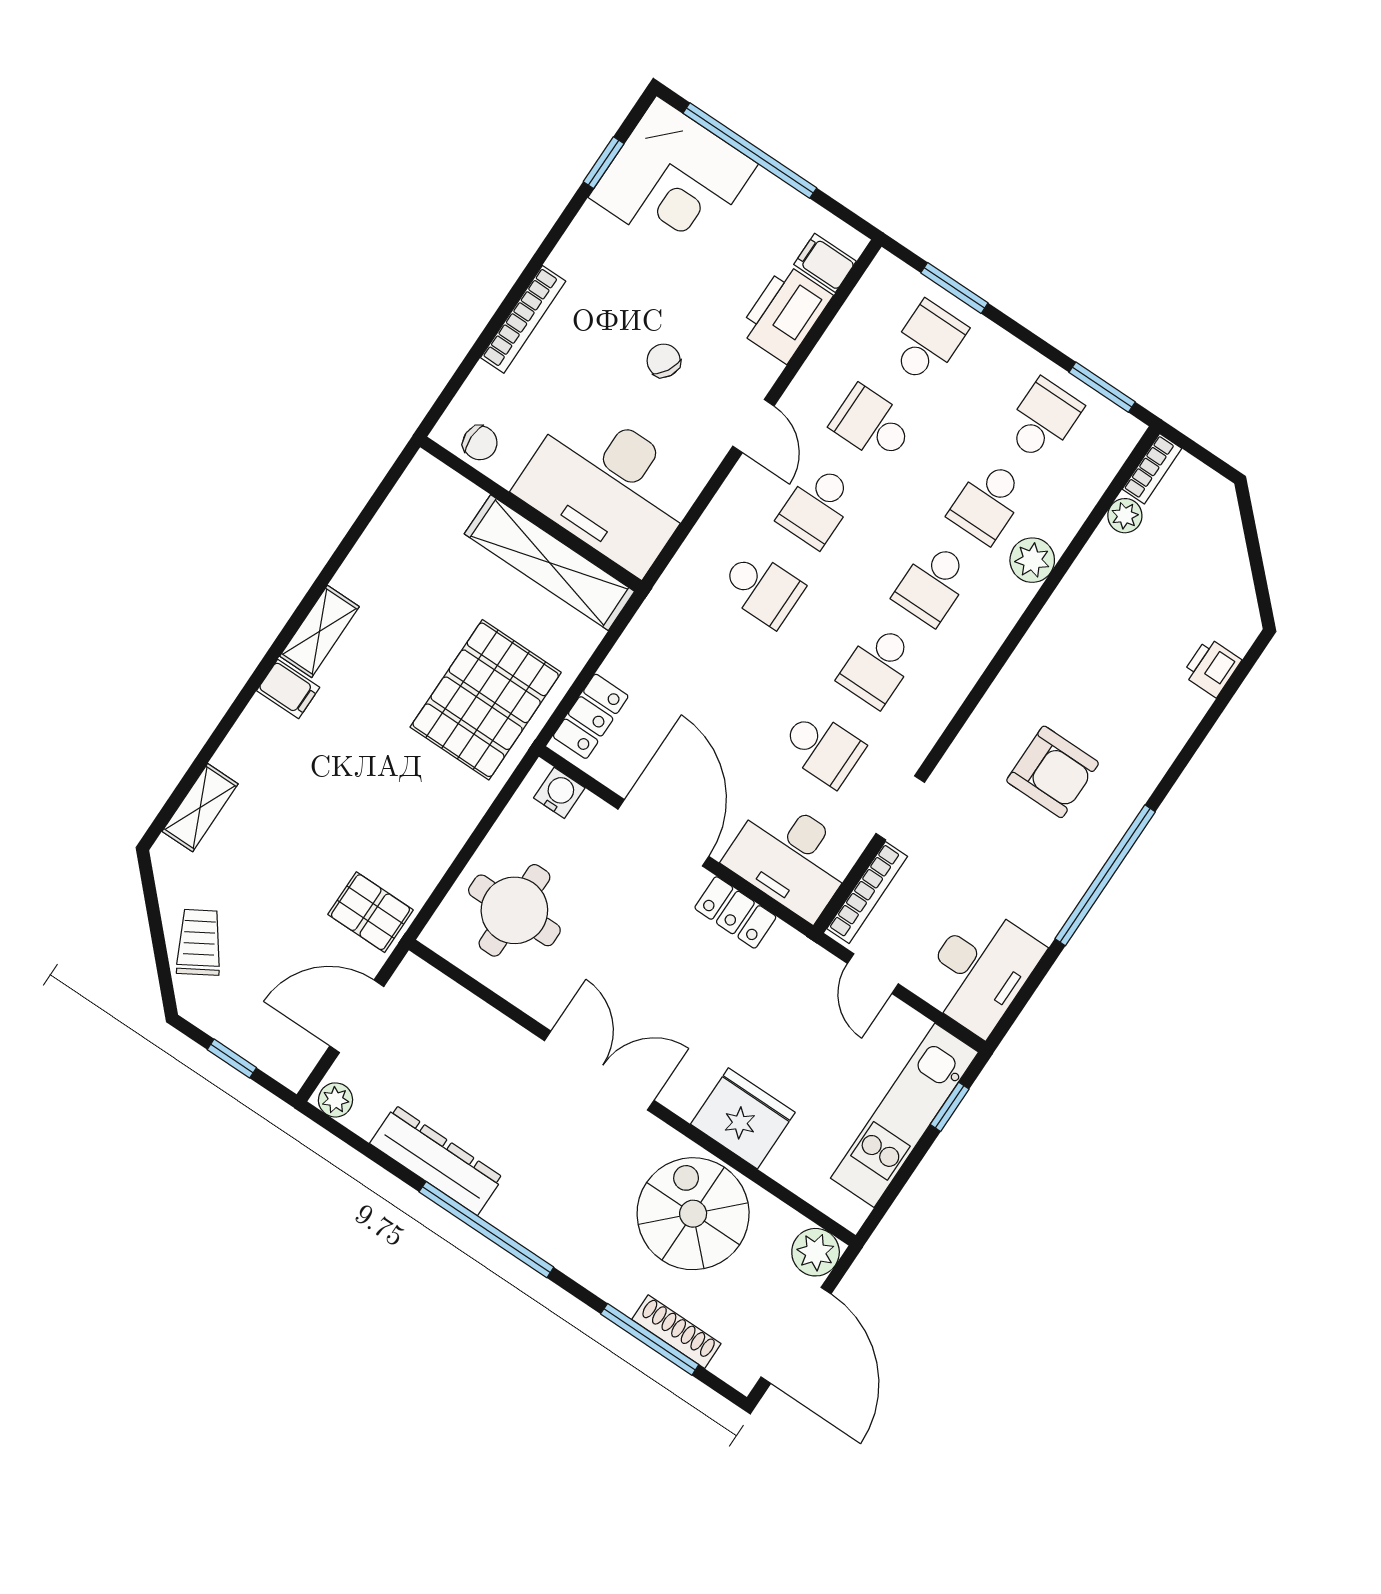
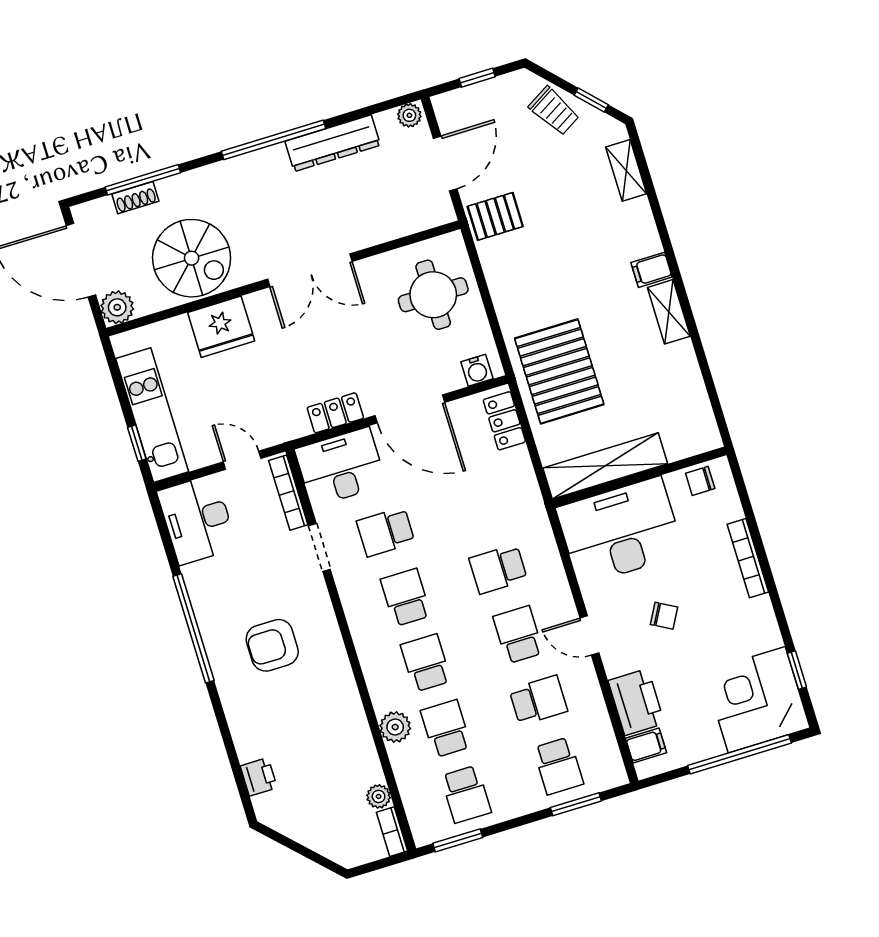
window: (153, 911) -> (591, 100), added
shoe rack: (676, 1332) -> (135, 198), width x0.70

